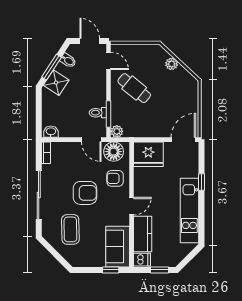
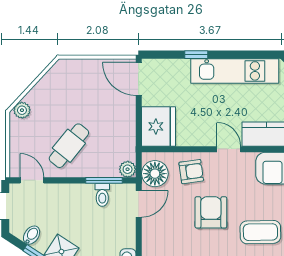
door: (109, 61) -> (32, 180), hinge flipped
plant: (172, 64) -> (22, 110), moved
armchair: (115, 178) -> (191, 172), turned -98

